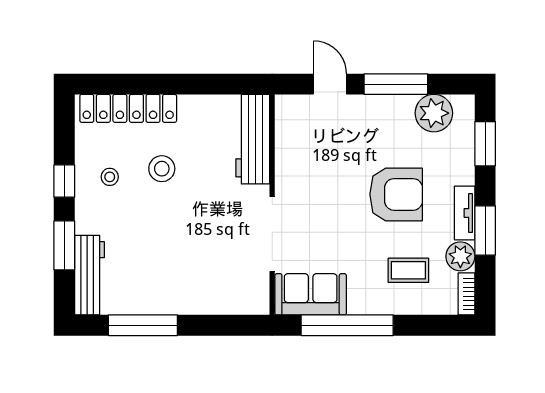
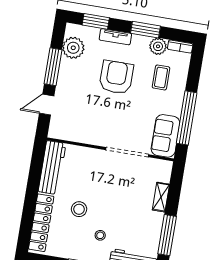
workbench: (253, 139) -> (52, 168), moved, turned -90
stool: (110, 177) -> (100, 235), moved
tv unit: (465, 213) -> (115, 37), moved
shelving: (206, 304) -> (161, 197), added

